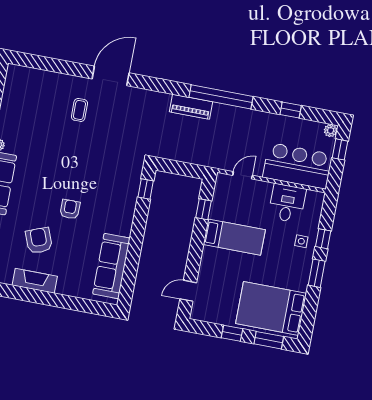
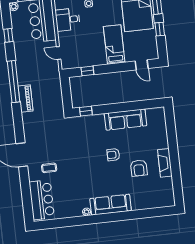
bar counter: (36, 85) -> (42, 200), added
bed: (234, 237) -> (114, 45), moved
armchair: (39, 240) -> (139, 168), turned -69
sofa: (111, 266) -> (125, 120), moved

